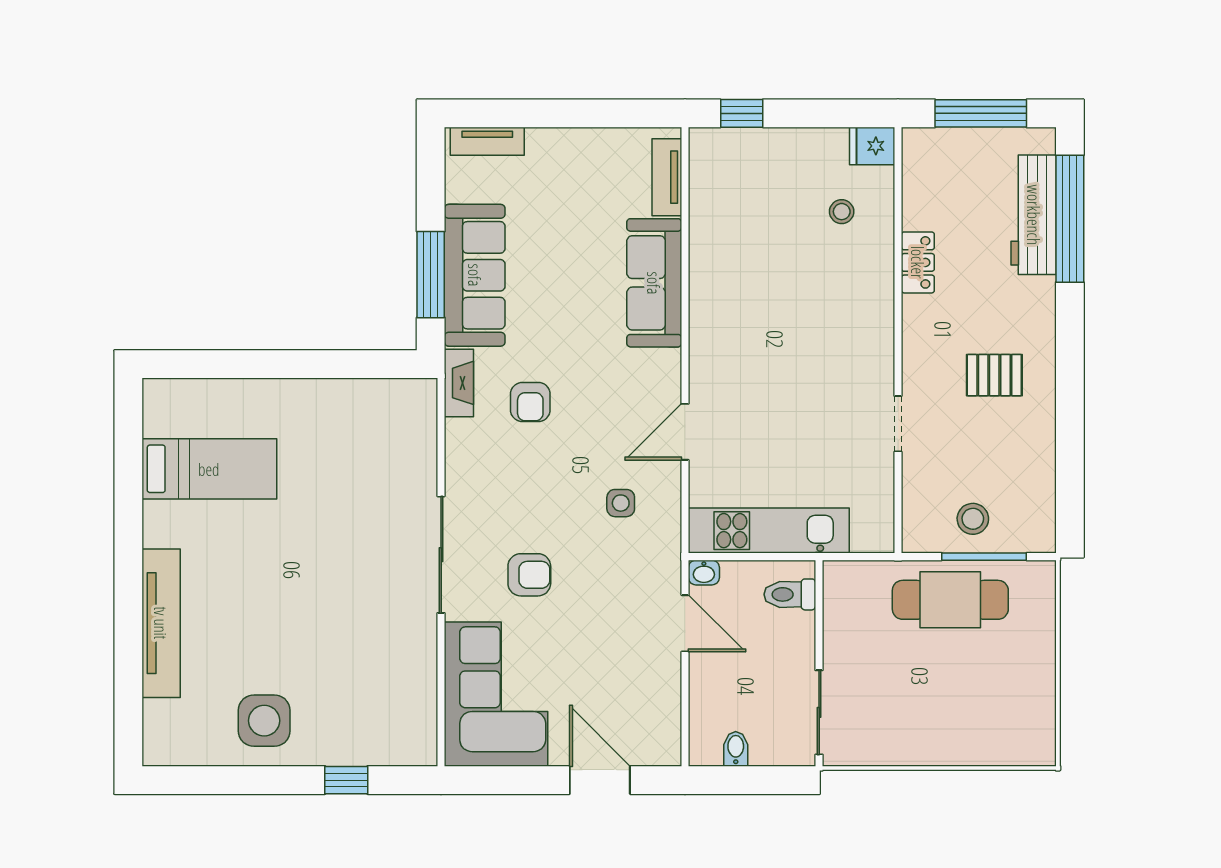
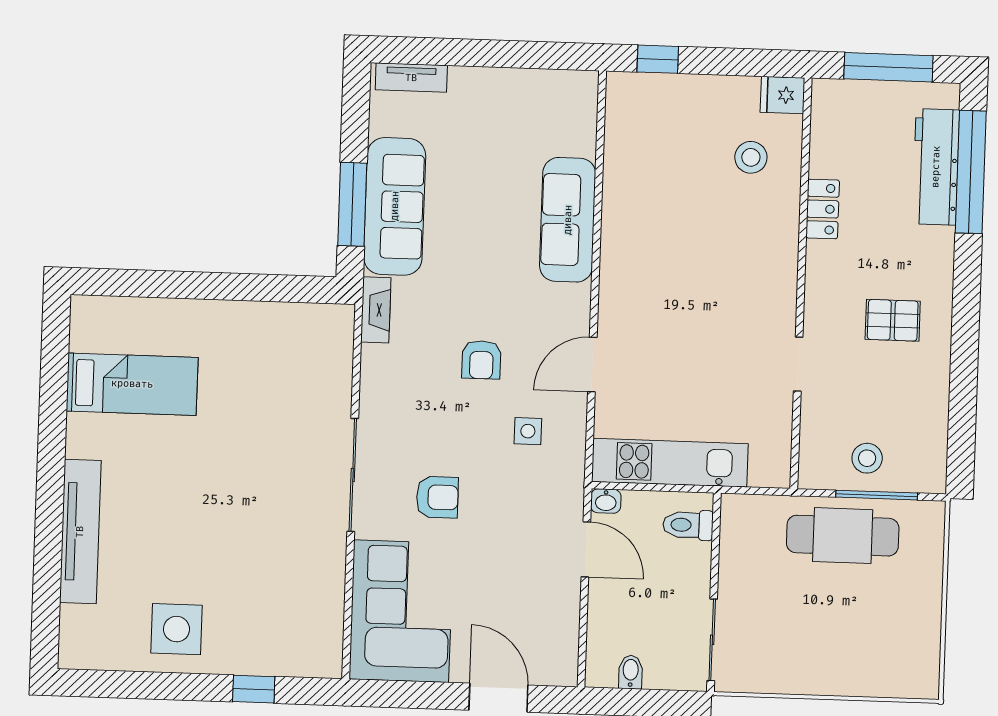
tv unit: (667, 177) -> (583, 118), removed
stool: (842, 212) -> (751, 157), width x1.37, depth x1.37
armchair: (530, 402) -> (481, 360), moved

